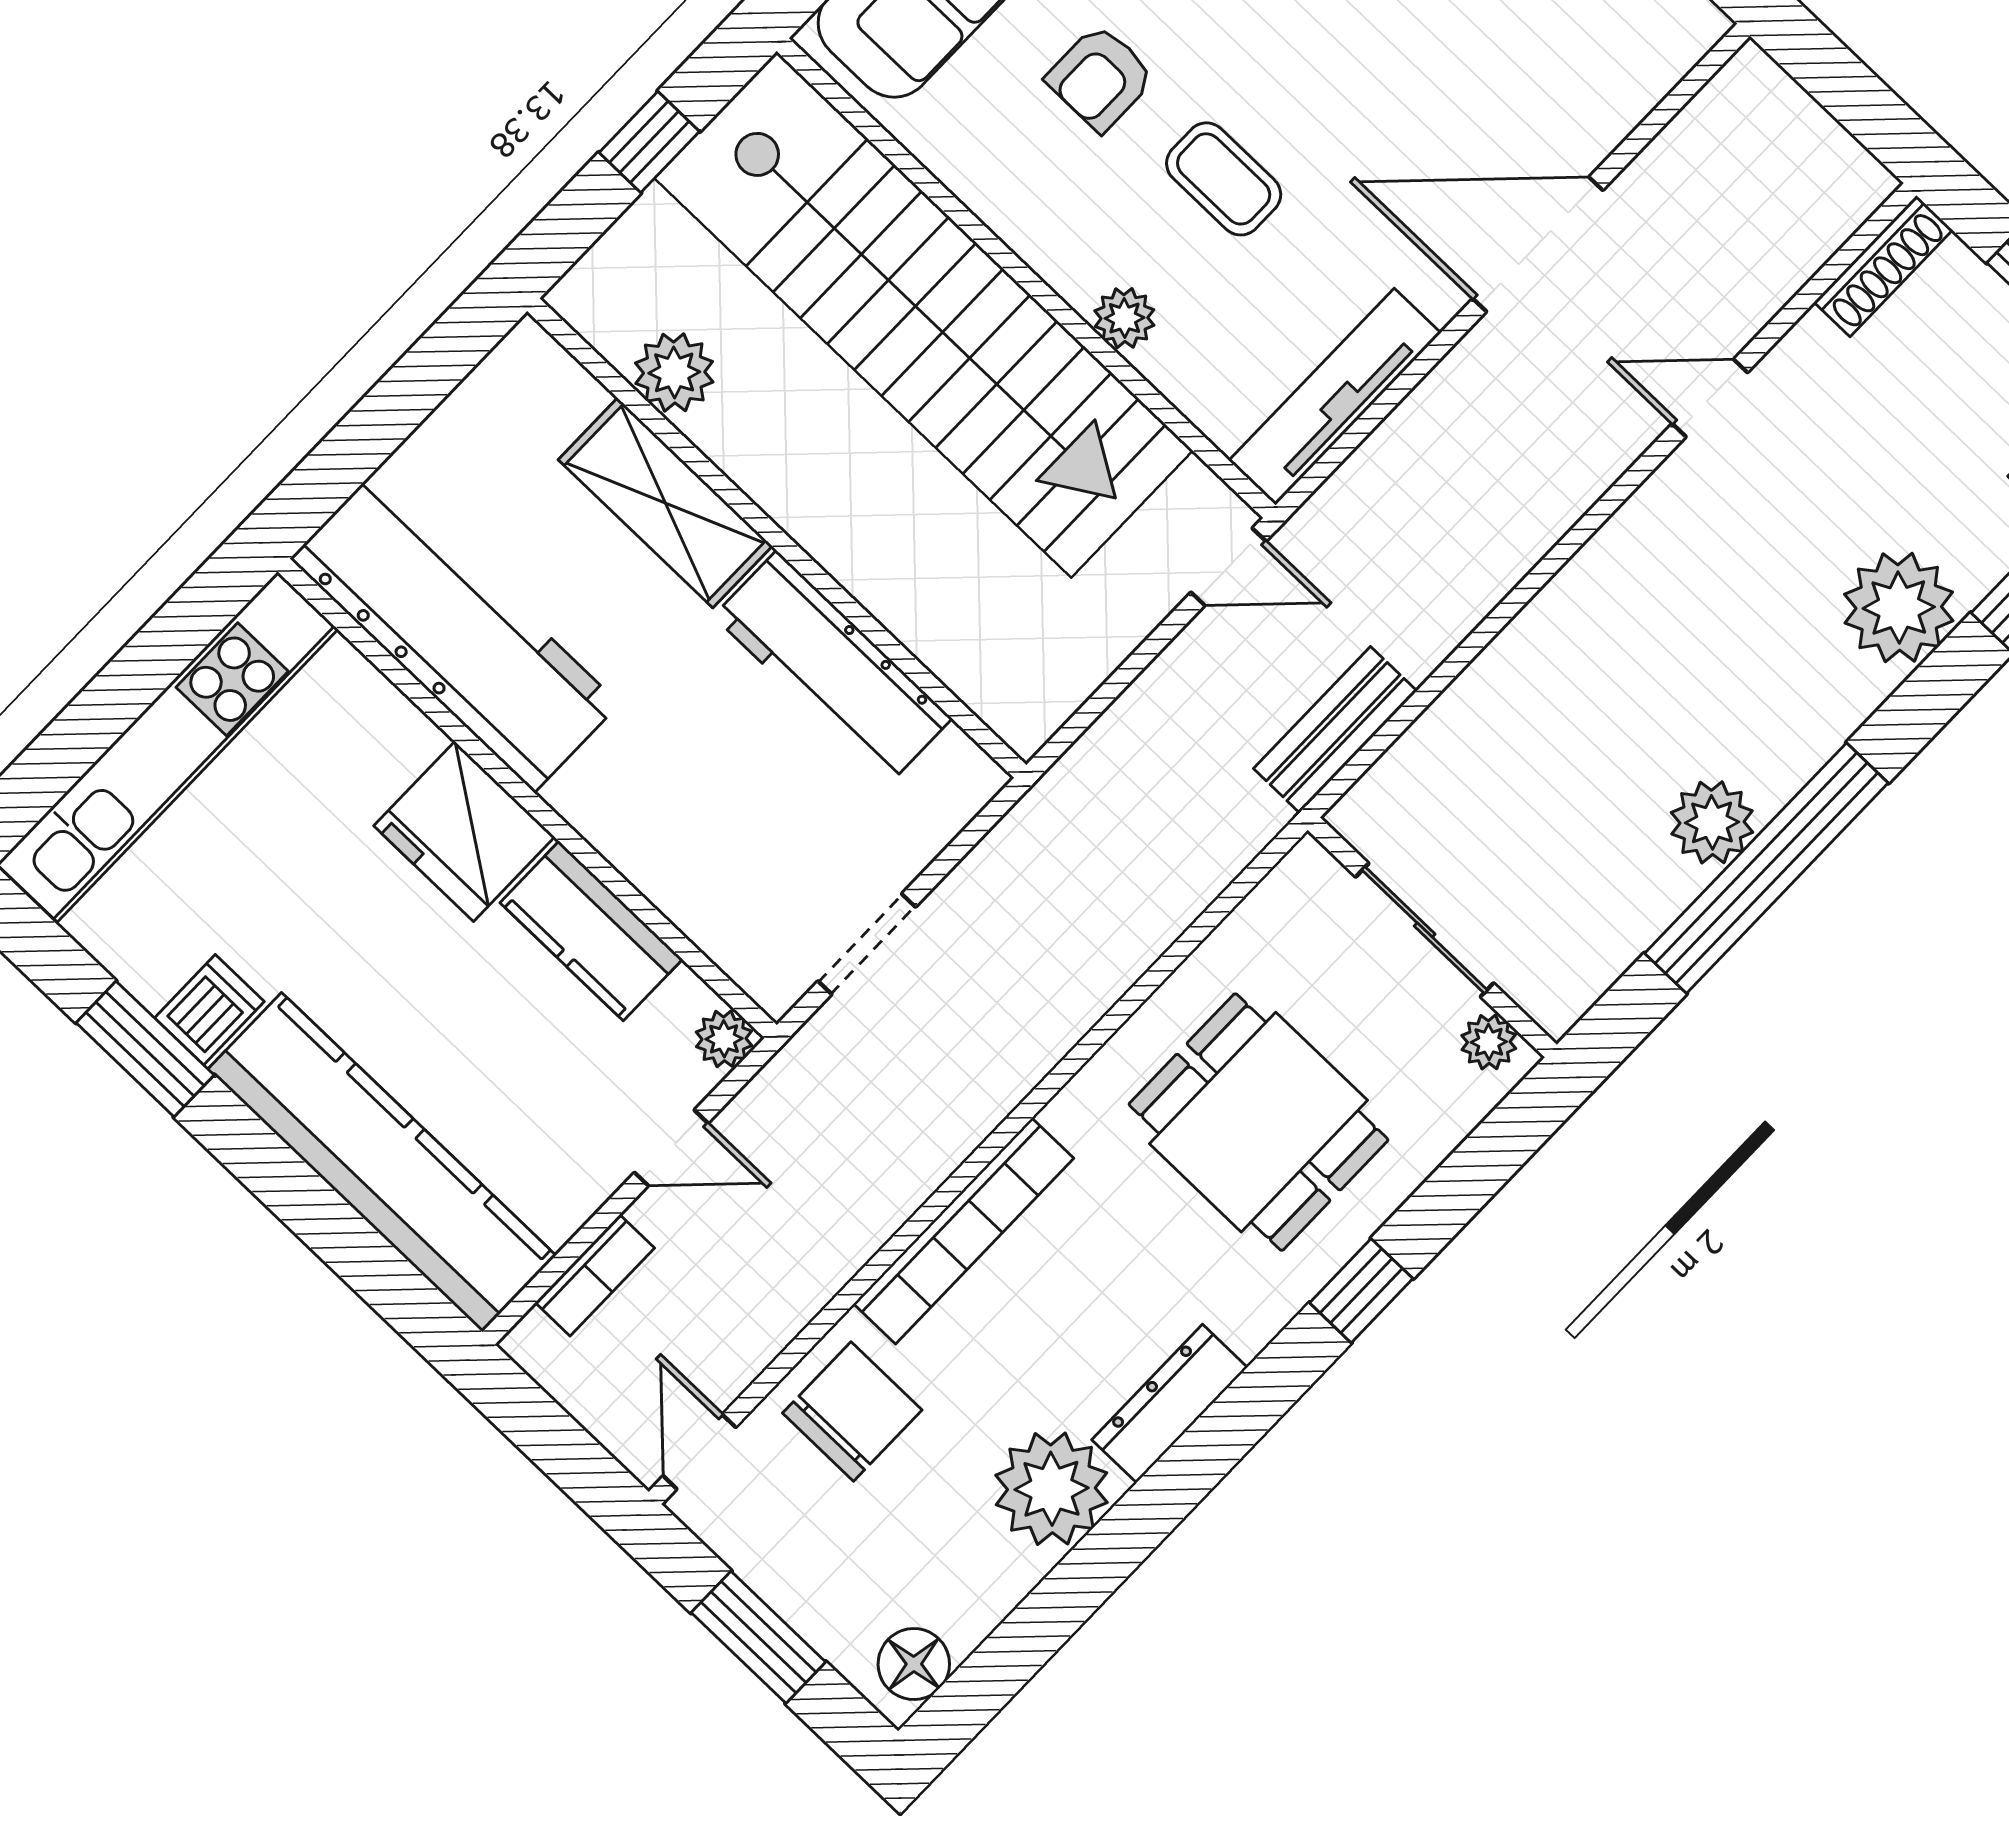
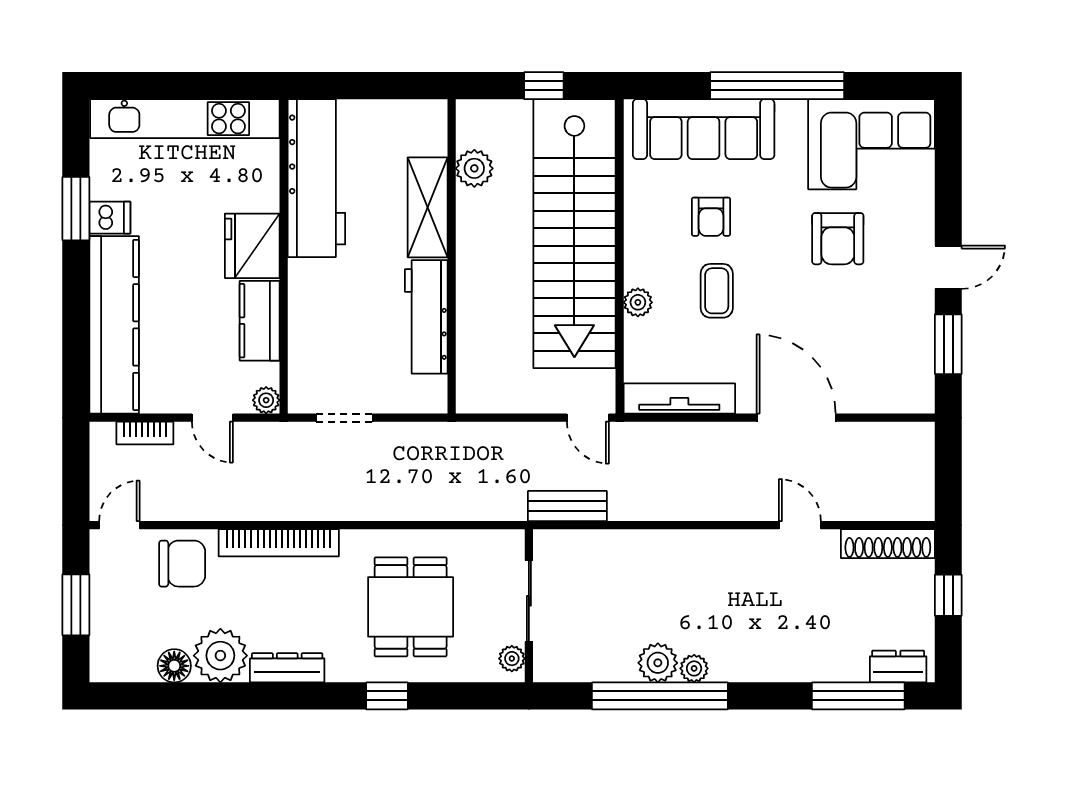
armchair: (1100, 78) -> (711, 217), turned -90
shoe rack: (1883, 266) -> (888, 544), width x1.36, depth x1.24
plant: (1899, 608) -> (694, 668), moved, width x0.53, depth x0.53
floor lamp: (914, 1664) -> (174, 666), moved

